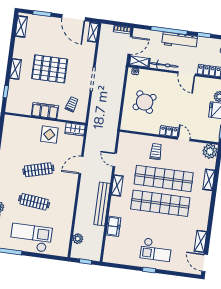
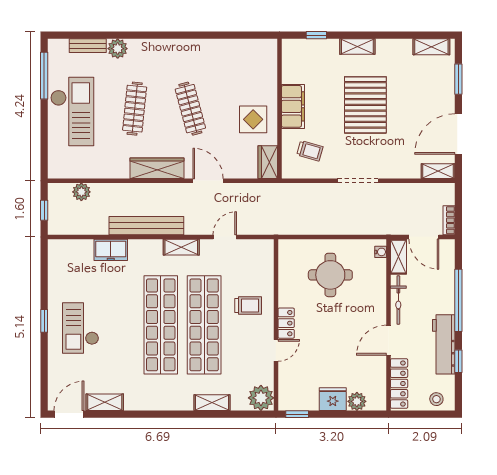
workbench: (180, 40) -> (444, 344), moved
round table: (145, 102) -> (330, 275), turned 37
wardrobe: (70, 193) -> (157, 168), added

